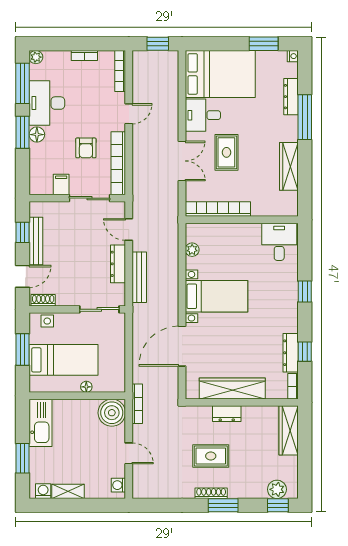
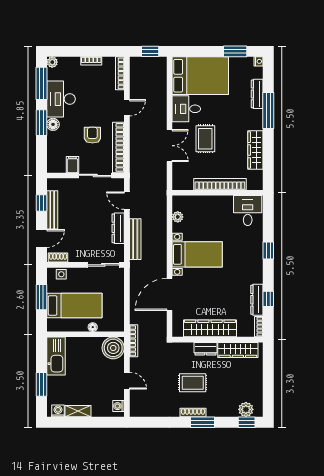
armchair: (86, 148) -> (92, 135), turned 180
bookcase: (218, 209) -> (220, 184), moved
wardrobe: (289, 430) -> (238, 350), moved, turned -90

